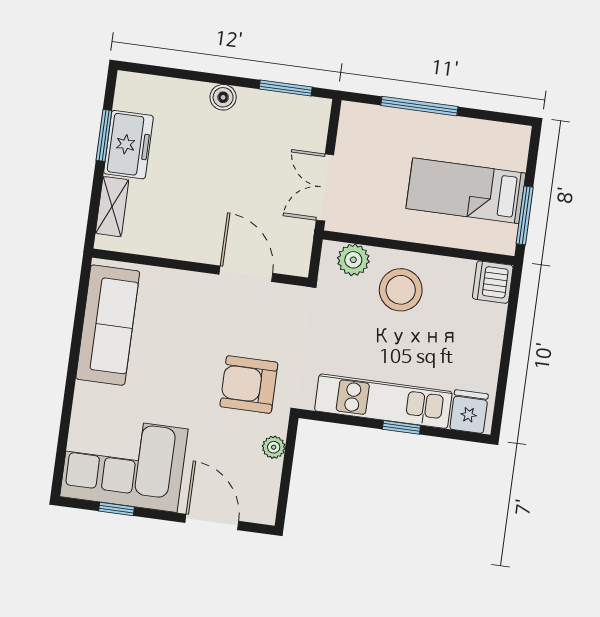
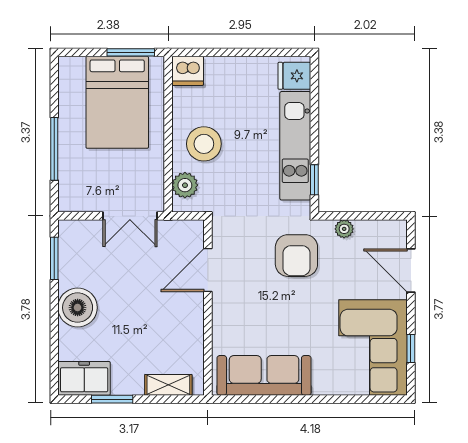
boiler: (223, 97) -> (78, 308), width x1.86, depth x1.86
freezer: (128, 145) -> (84, 378), moved
bed: (466, 191) -> (117, 102), width x1.50
window: (401, 427) -> (314, 180), moved
door: (212, 522) -> (411, 270), hinge flipped

